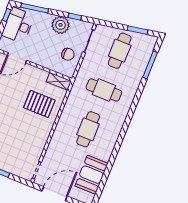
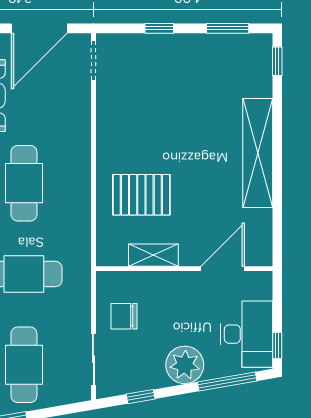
plant: (61, 25) -> (185, 365), moved
shelving: (59, 81) -> (153, 255), moved

